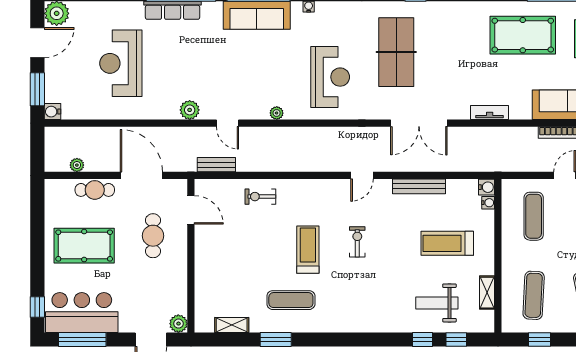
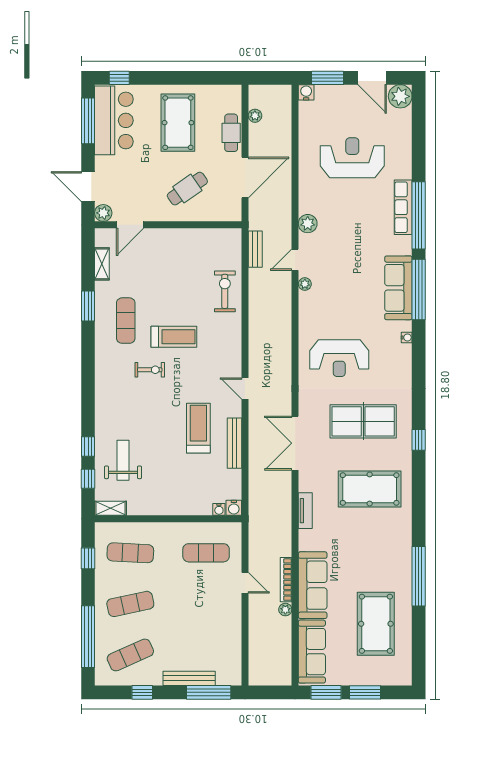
pool table: (523, 35) -> (370, 489), moved, turned 90
plant: (277, 113) -> (305, 284), moved
exercise bike: (260, 197) -> (225, 291), width x1.38, depth x1.39
door: (191, 210) -> (130, 225), moved
cafe table: (153, 236) -> (187, 189), turned -35
exercise bike: (357, 242) -> (150, 370), moved
treadmill: (447, 243) -> (198, 428), moved
shelving: (487, 293) -> (111, 508), moved

